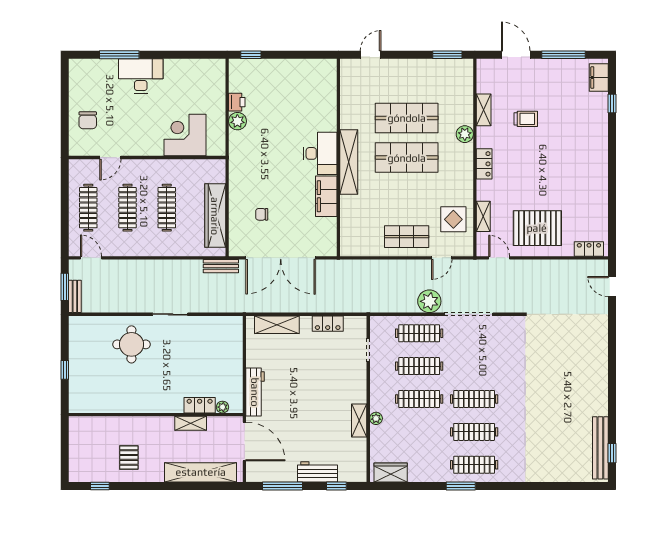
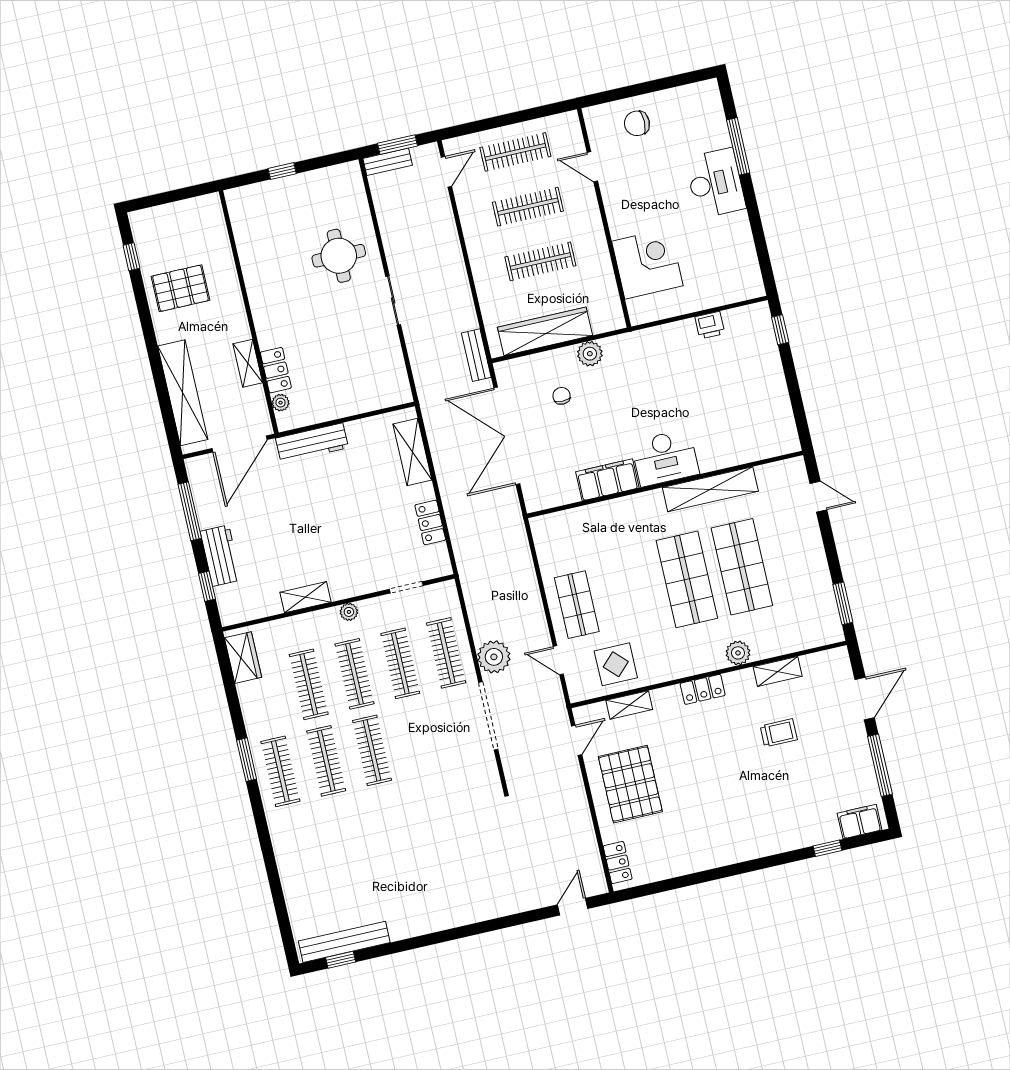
trolley: (526, 119) -> (779, 733), turned -90
plant: (237, 121) -> (590, 354), moved
shelving: (349, 162) -> (710, 489), moved
plant: (376, 418) -> (349, 612), moved
clothes rail: (419, 432) -> (309, 684), added
pallet: (129, 457) -> (180, 288), width x1.50, depth x1.42

